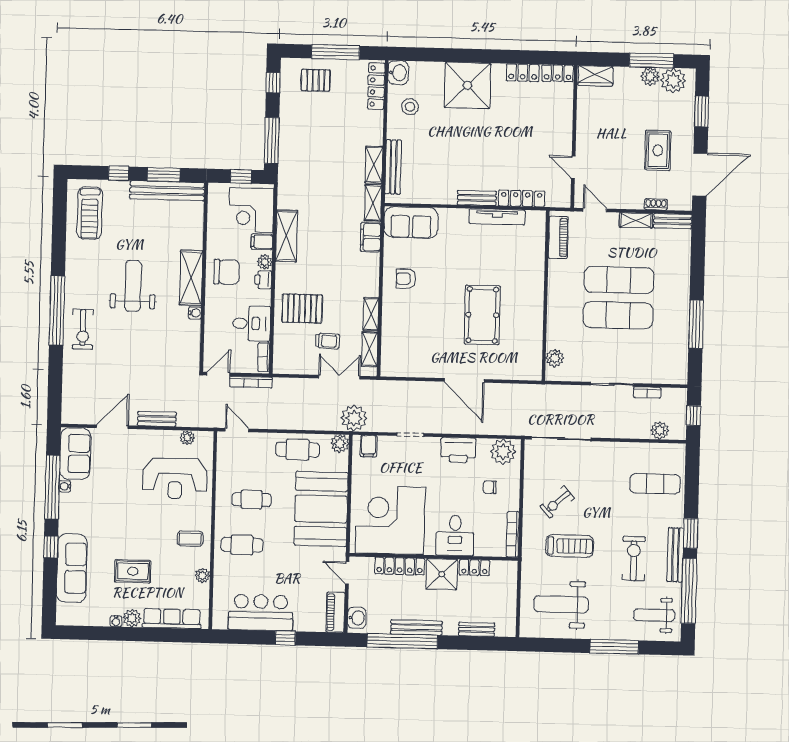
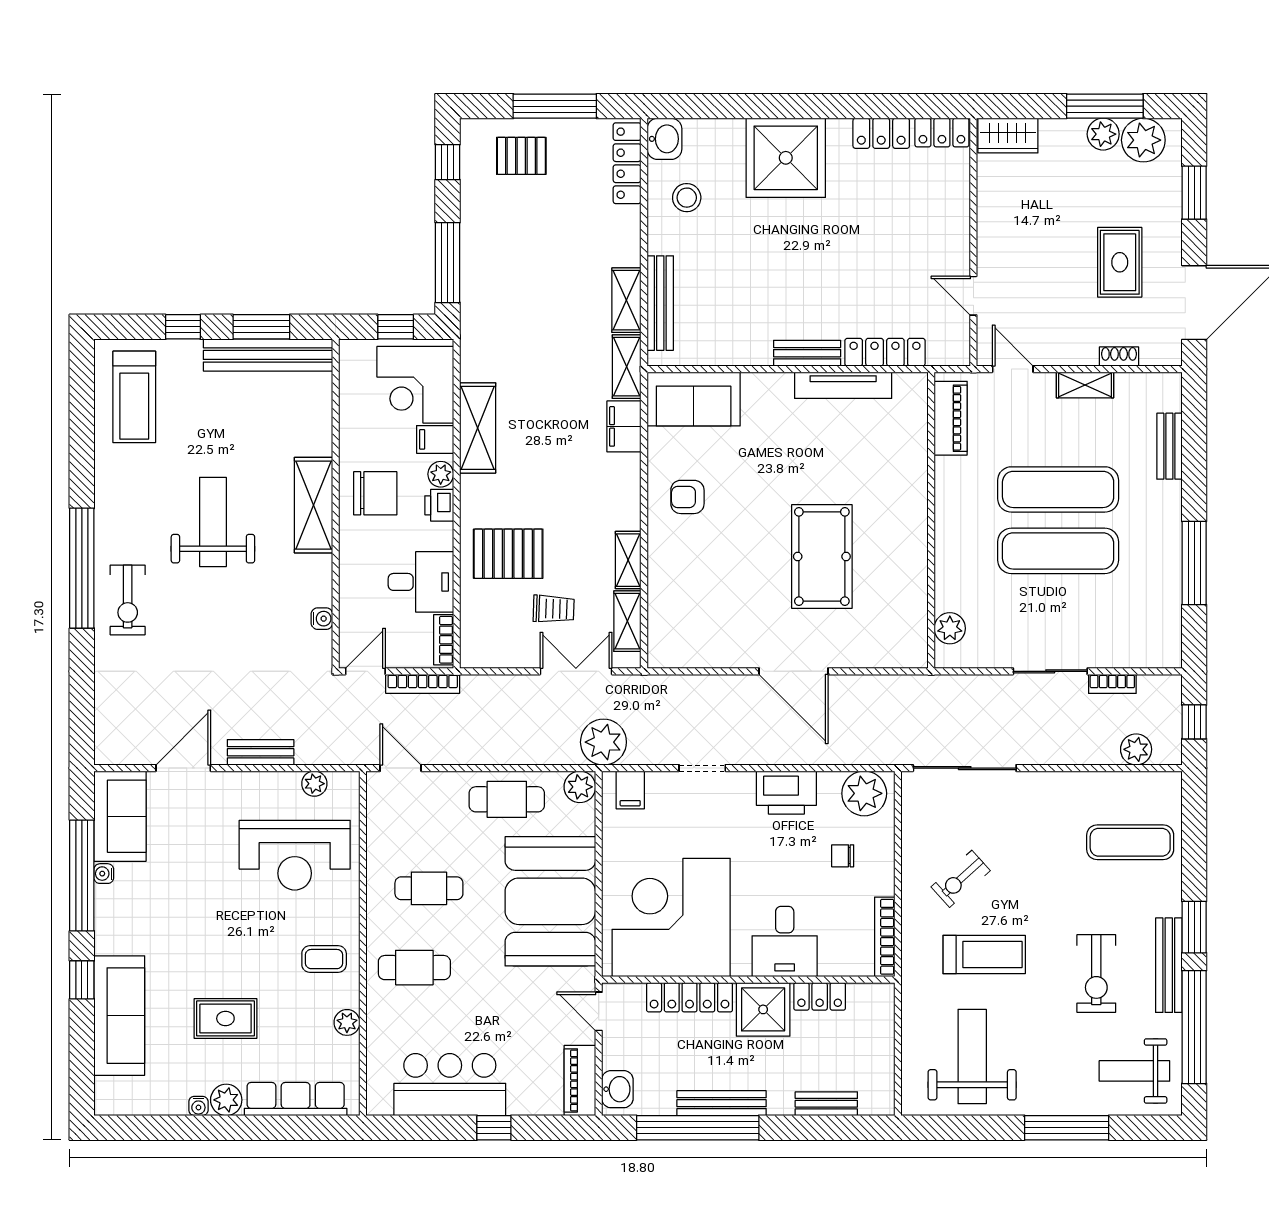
bench: (673, 221) -> (1169, 446), moved, turned 90
water cooler: (195, 313) -> (322, 619), moved
exercise bike: (634, 559) -> (1096, 973), turned 180
weight bench: (561, 604) -> (972, 1056), turned 90

